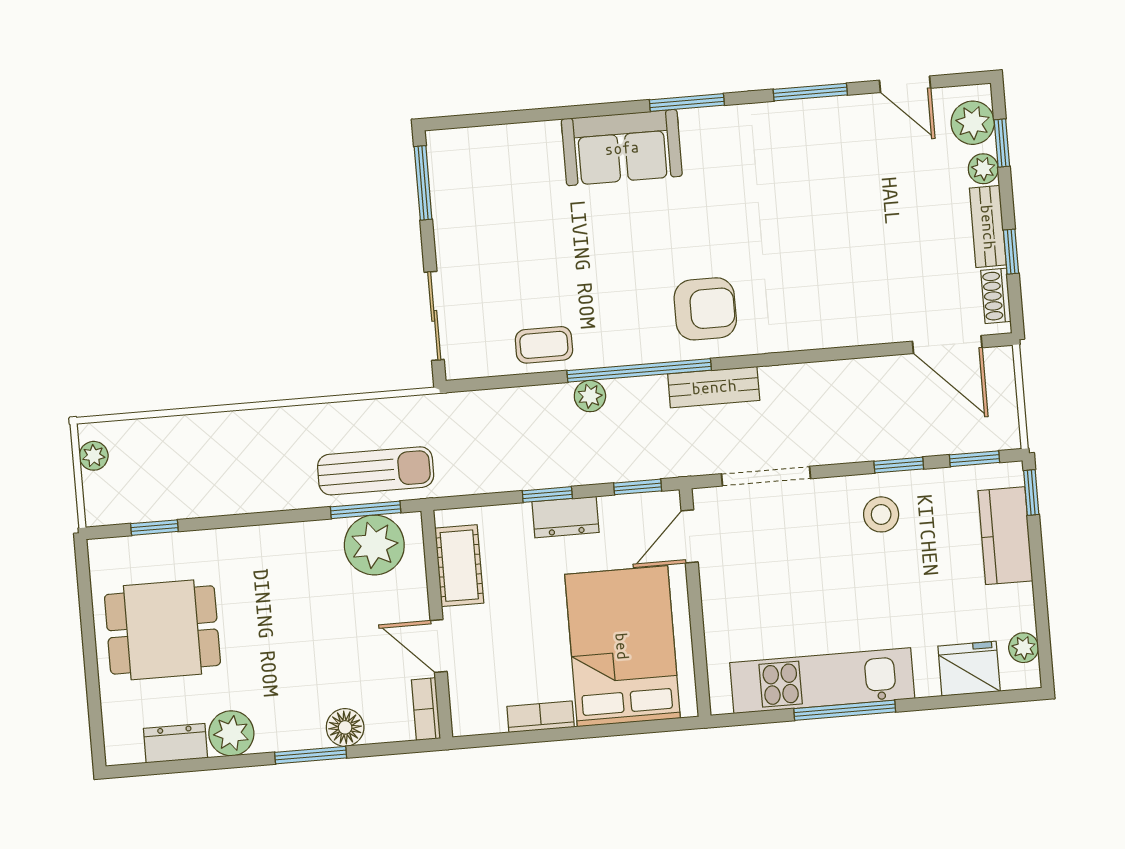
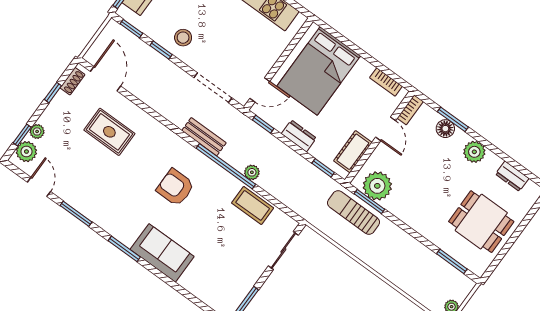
bench: (988, 227) -> (54, 109), removed
rug: (869, 266) -> (109, 132), added
armchair: (705, 309) -> (175, 187), moved
coffee table: (544, 345) -> (253, 205), width x1.36, depth x1.30
window: (547, 495) -> (323, 168), moved
window: (154, 528) -> (452, 261), width x1.50
bookcase: (541, 717) -> (386, 82), moved
plant: (231, 733) -> (474, 152), moved
window: (311, 755) -> (453, 119), moved

